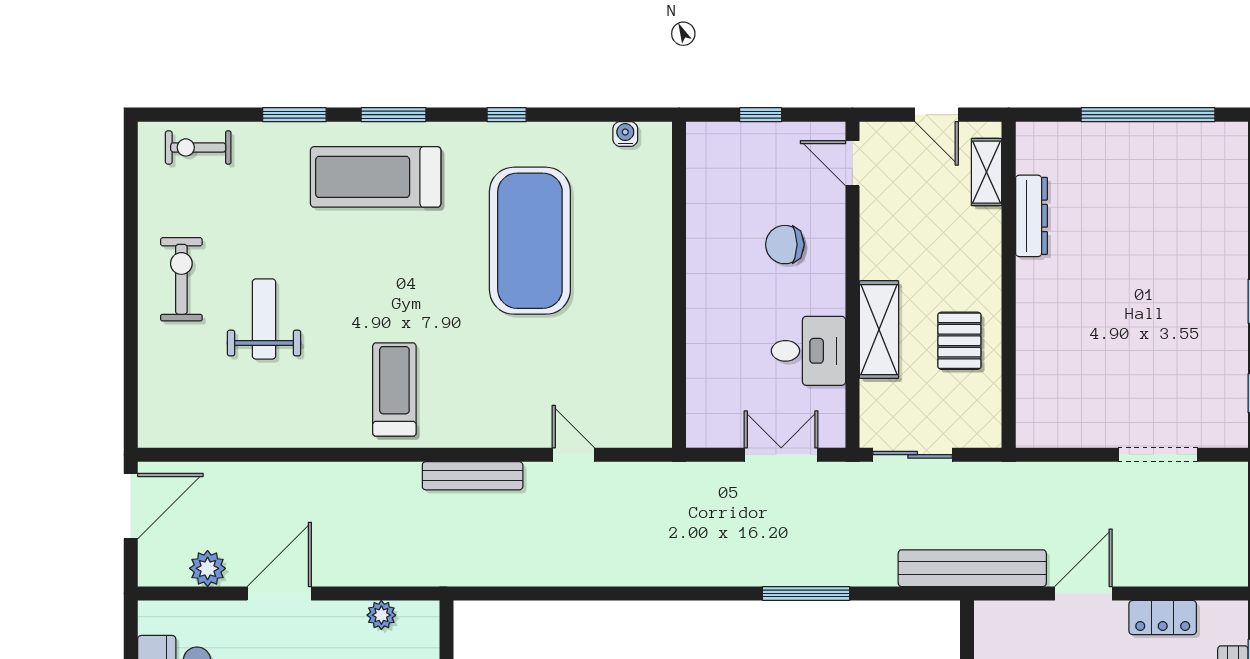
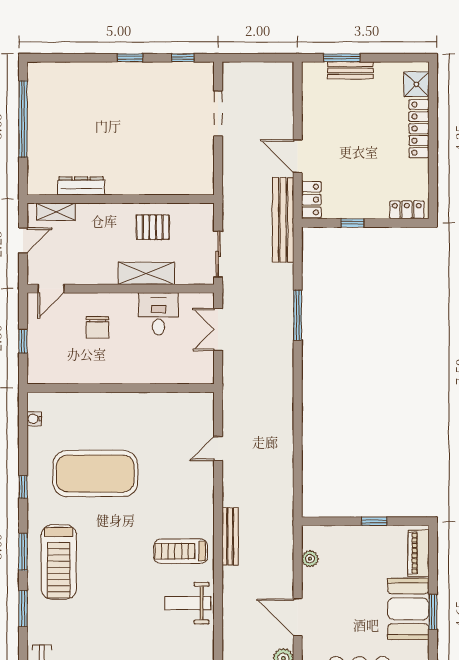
weight bench: (264, 319) -> (188, 603), moved
bench: (473, 476) -> (230, 536), moved
locker: (1163, 617) -> (311, 200), moved

